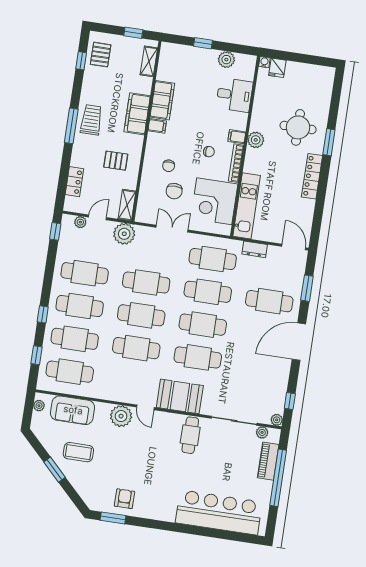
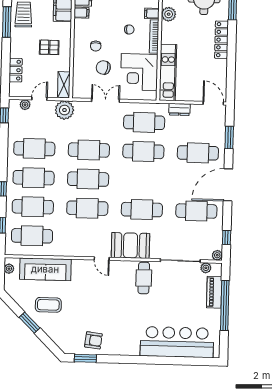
chair: (174, 191) -> (103, 68), turned 101
cafe table: (203, 325) -> (196, 211), moved
sofa: (73, 410) -> (45, 269), width x1.36
plant: (121, 416) -> (81, 269), removed
armchair: (124, 499) -> (93, 340), turned 97

